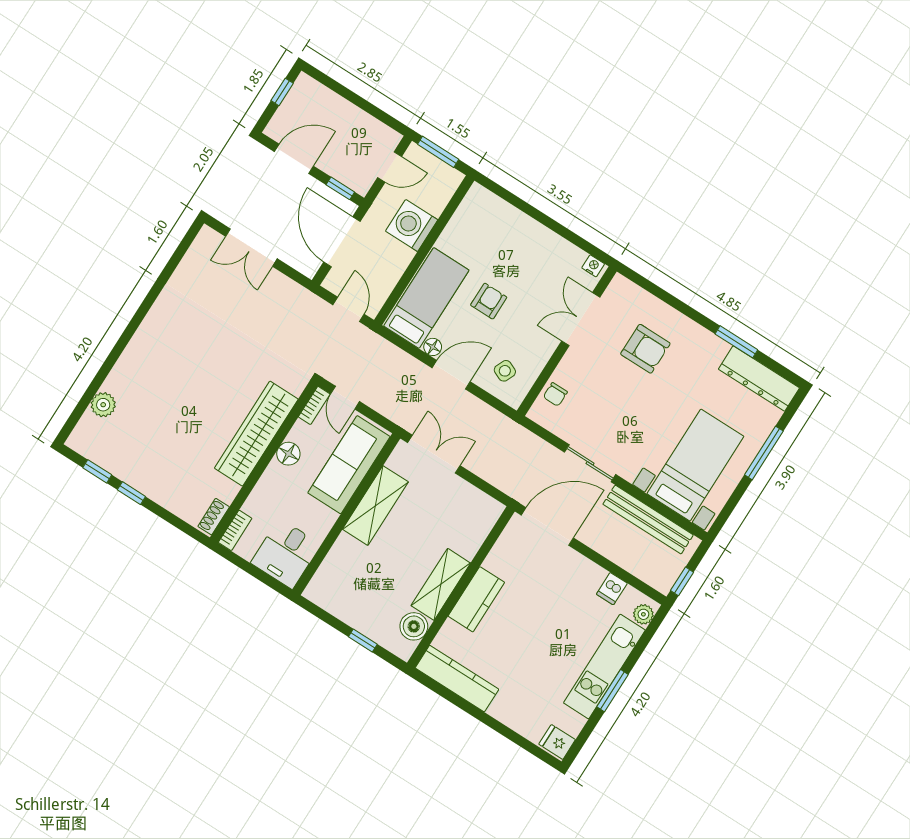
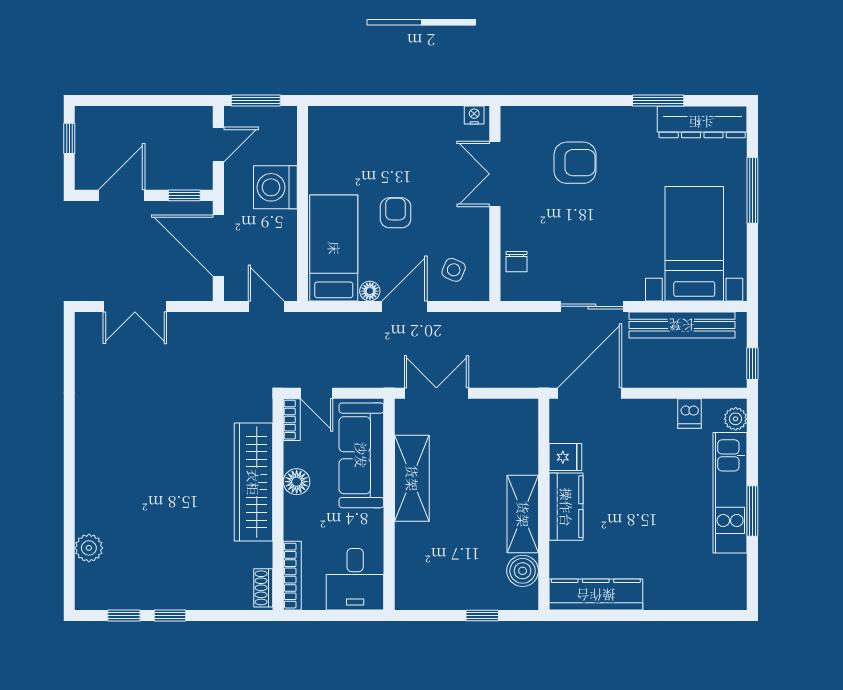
bookcase: (235, 530) -> (292, 576), width x1.56
fridge: (557, 742) -> (565, 457), moved, turned 180

